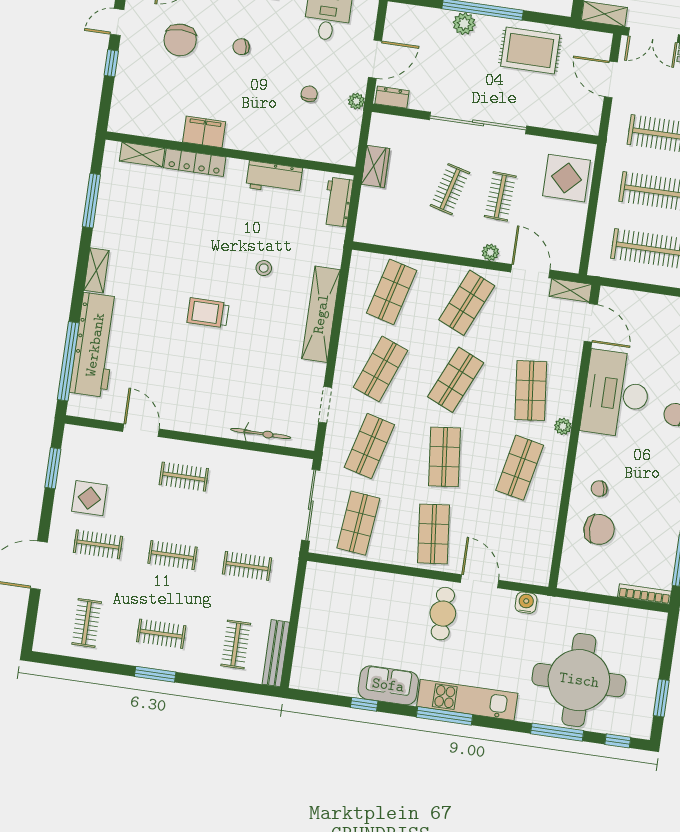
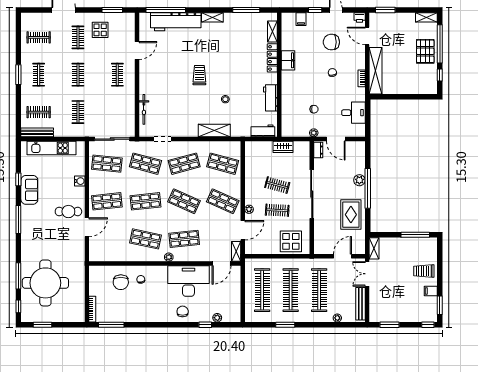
filing cabinet: (125, 94) -> (301, 19), added
shelving: (321, 314) -> (214, 131), width x0.68
shop shelf: (381, 369) -> (184, 164), turned -36
water cooler: (526, 603) -> (80, 181), moved
kitchen unit: (467, 700) -> (51, 148), moved, turned 90

